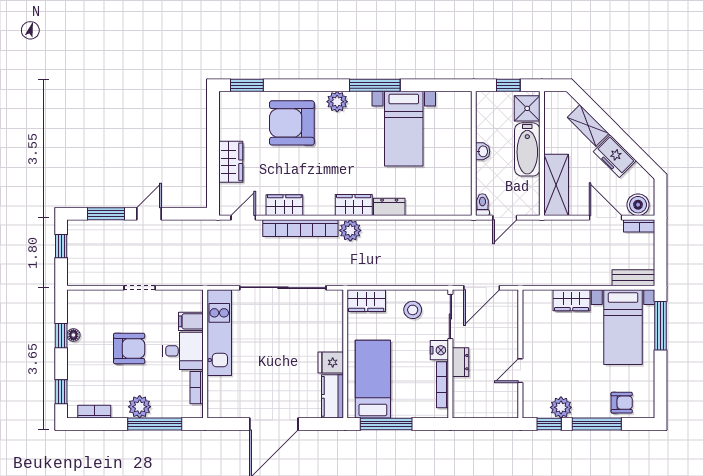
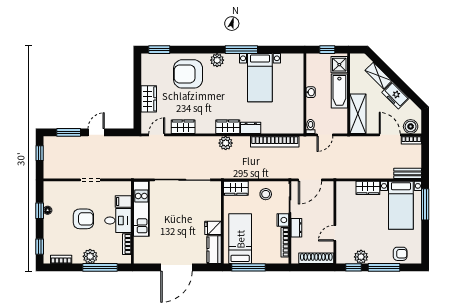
bookcase: (300, 228) -> (275, 142), moved
shoe rack: (491, 410) -> (316, 258), added

